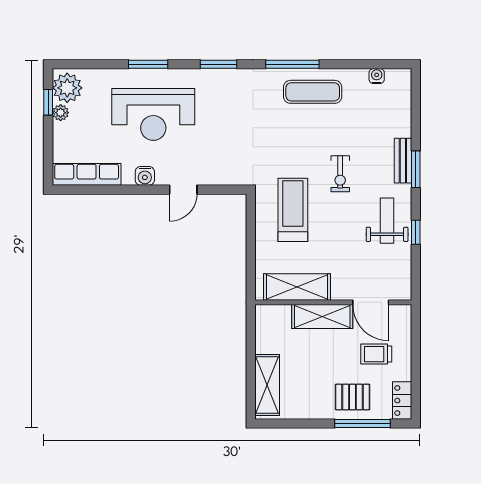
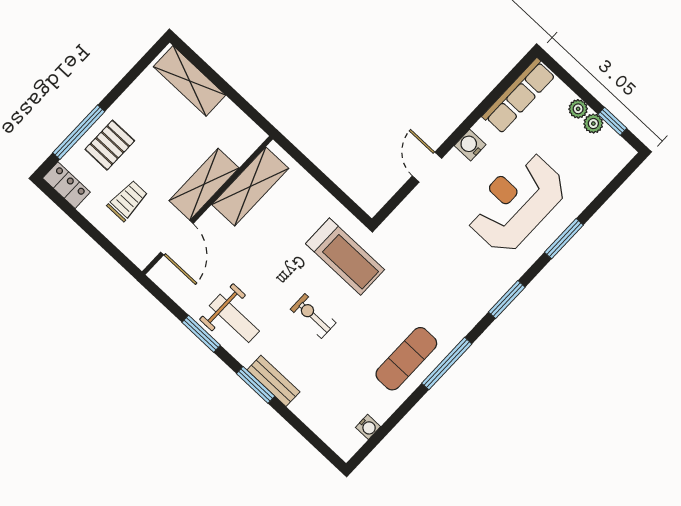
plant: (67, 88) -> (578, 109), moved, width x0.53, depth x0.53
treadmill: (293, 210) -> (345, 257), moved
window: (416, 232) -> (201, 334), width x1.50
door: (371, 302) -> (177, 238), swing flipped

